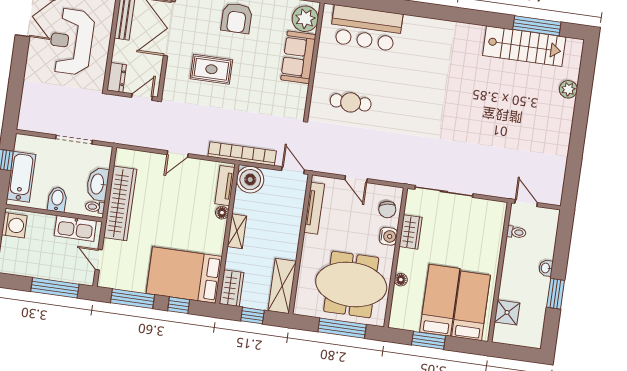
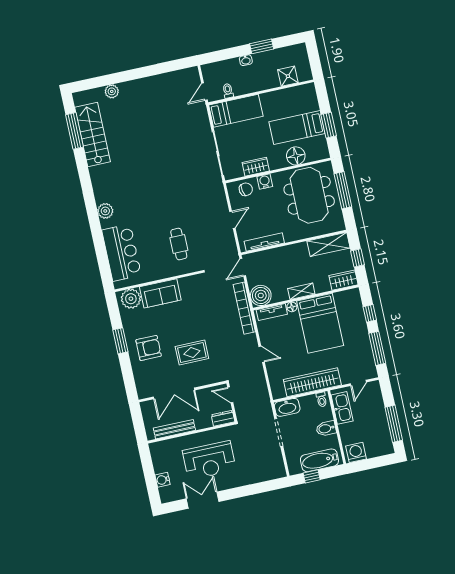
plant: (425, 27) -> (105, 211), added
rug: (211, 69) -> (192, 352), turned 90
washbasin: (98, 184) -> (287, 407), moved
bed: (184, 275) -> (320, 323), moved
floor lamp: (401, 280) -> (296, 156), width x1.89, depth x1.89
window: (55, 288) -> (394, 424), moved
bed: (471, 306) -> (236, 111), moved, turned 180

